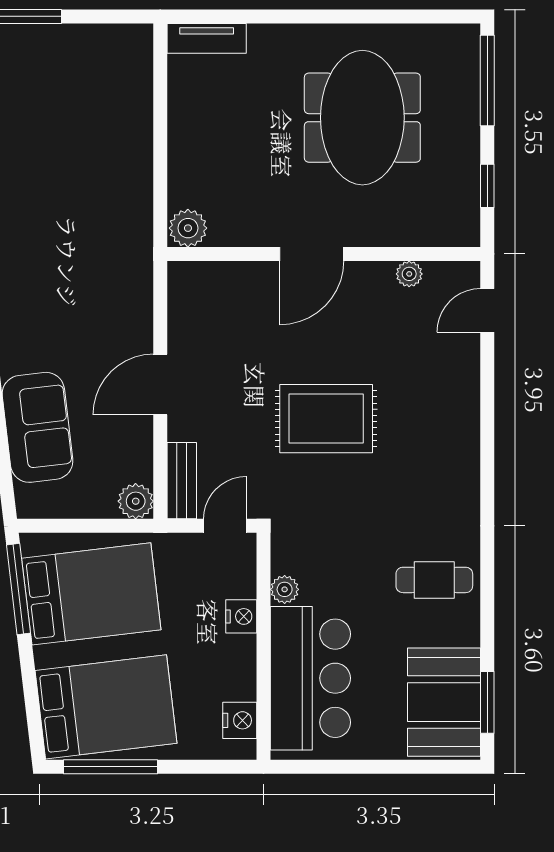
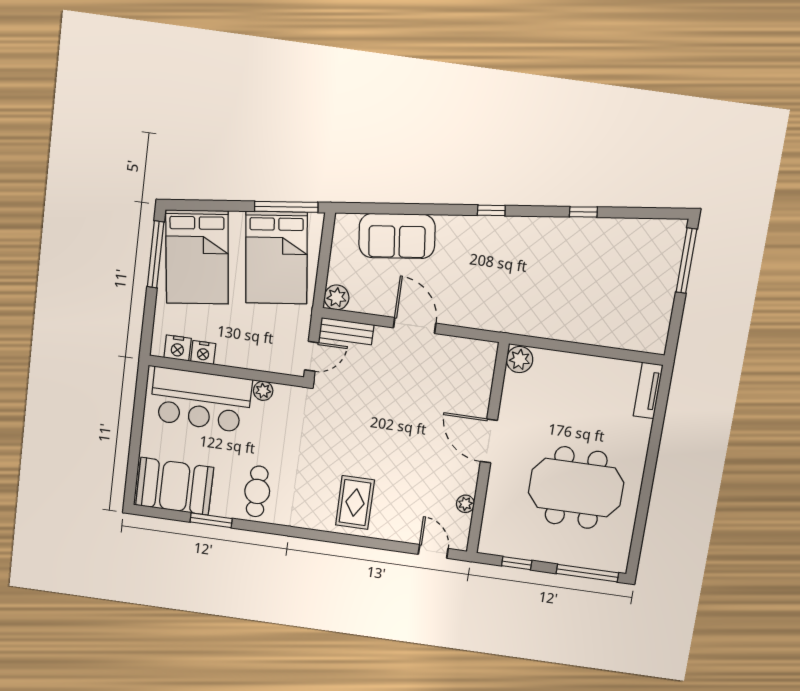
rug: (326, 419) -> (355, 503), moved, width x0.73, depth x0.70
door: (225, 526) -> (312, 356), hinge flipped
nightstand: (241, 616) -> (203, 353), moved
window: (487, 702) -> (211, 520), moved

